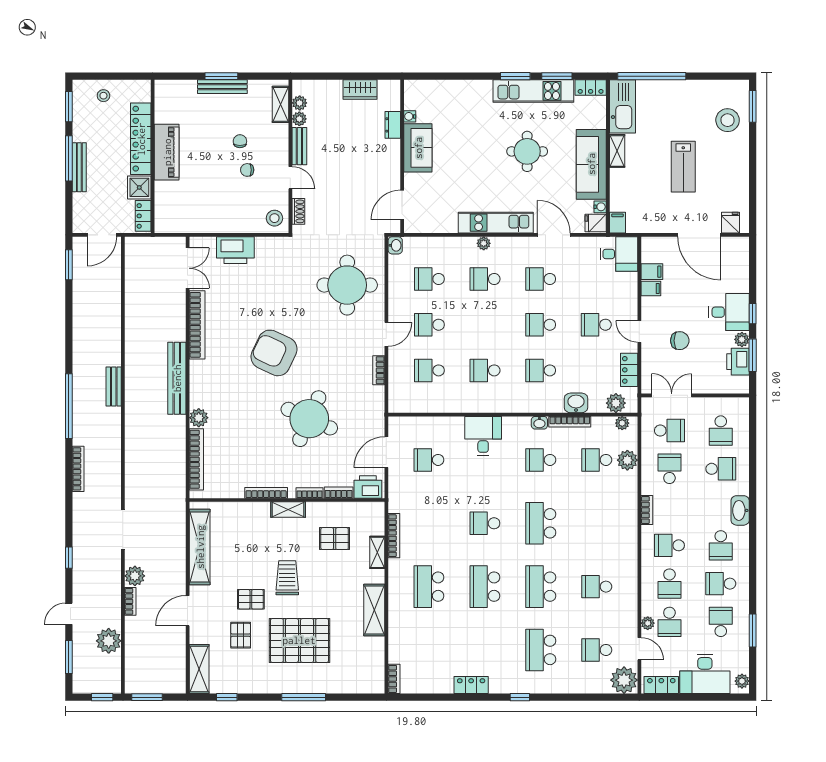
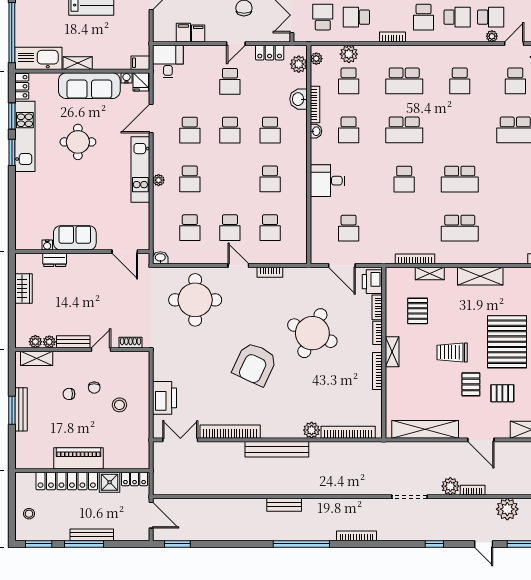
stool: (274, 218) -> (119, 405), moved
school desk: (541, 587) -> (404, 81), moved

